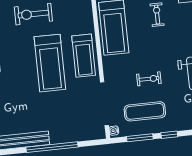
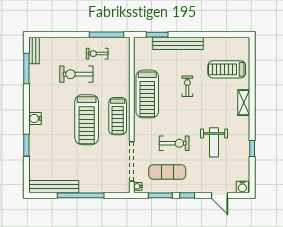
exercise bike: (149, 79) -> (174, 143), width x1.38, depth x1.39

